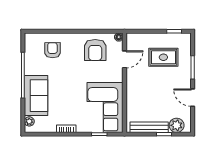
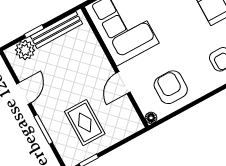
rug: (163, 57) -> (85, 123), turned 90
door: (125, 59) -> (123, 83), moved
door: (193, 98) -> (24, 93), hinge flipped

